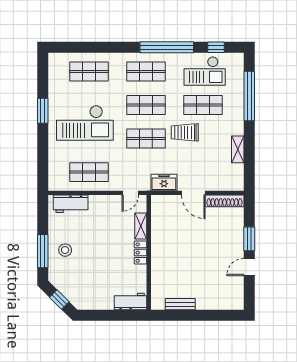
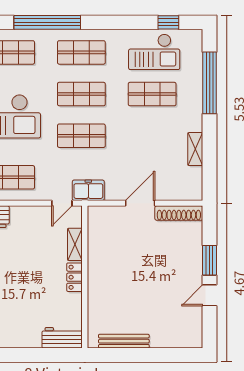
window: (167, 47) -> (47, 22), moved
trolley: (185, 132) -> (130, 128), removed
freezer: (164, 183) -> (88, 190), moved
door: (193, 193) -> (140, 203), swing flipped
bench: (180, 304) -> (124, 341), width x1.36

